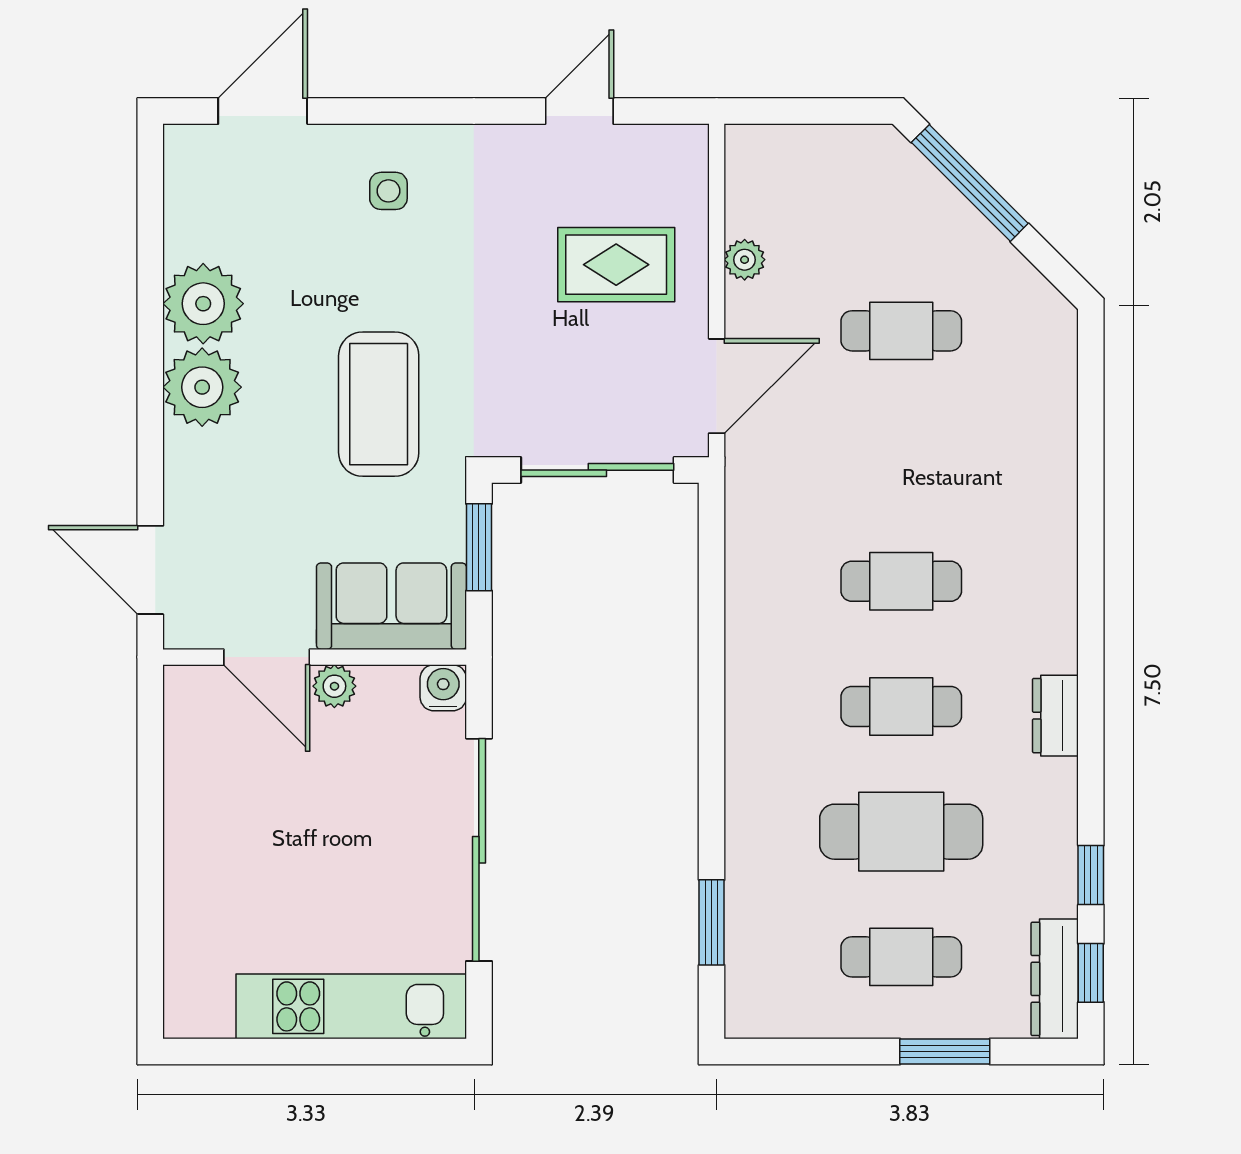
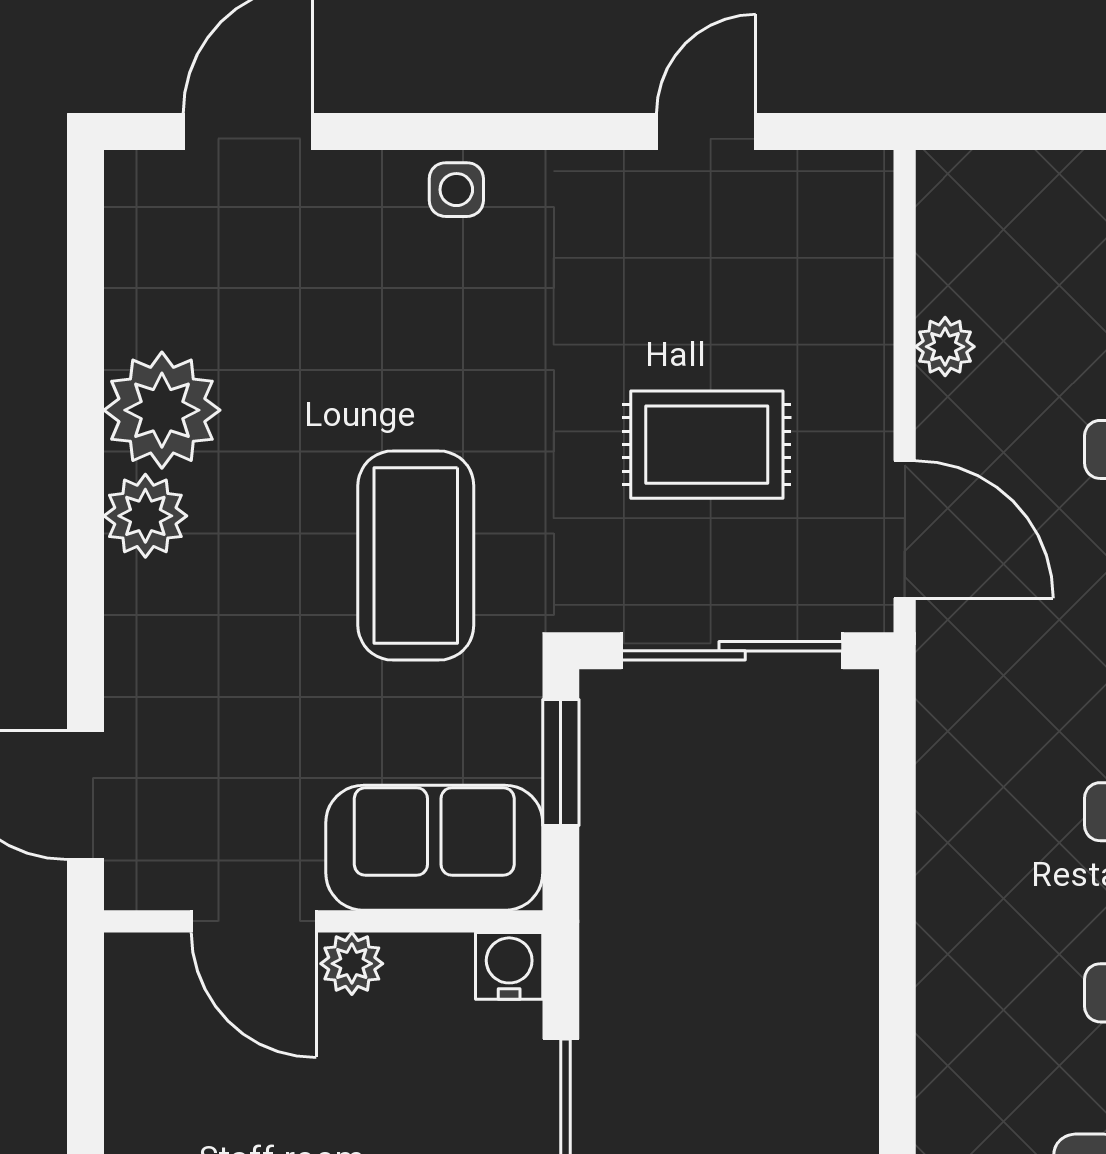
side table: (388, 191) -> (456, 190), moved
rug: (616, 265) -> (707, 445), moved
door: (717, 386) -> (905, 529), hinge flipped
plant: (202, 387) -> (145, 516), width x0.73, depth x0.73

